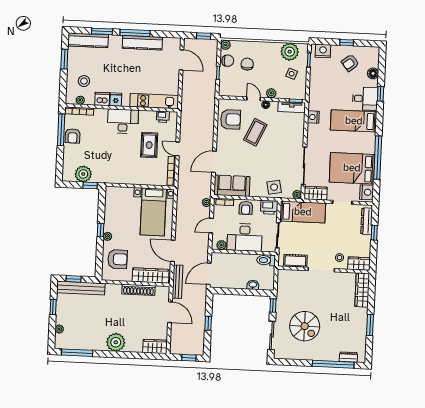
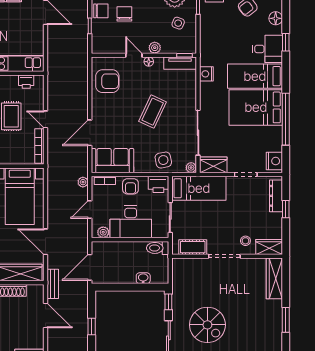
coffee table: (255, 132) -> (153, 112), moved
bed: (352, 168) -> (256, 107), moved
bench: (178, 282) -> (53, 284), width x0.73

